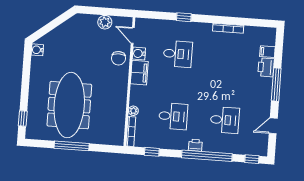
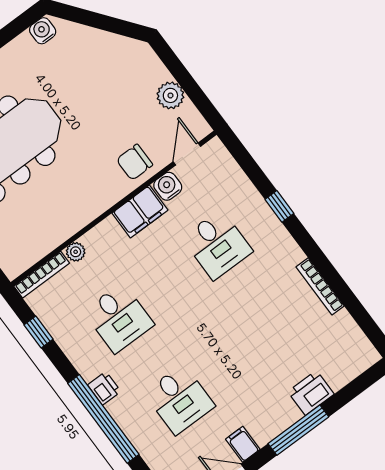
filing cabinet: (267, 52) -> (243, 444), moved

